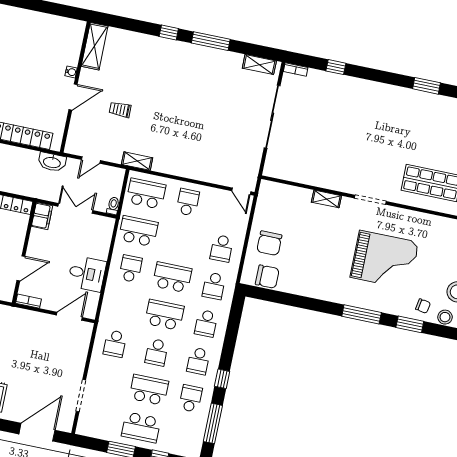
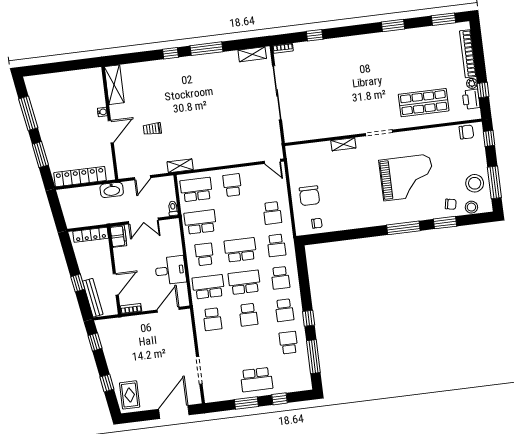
double door: (75, 208) -> (143, 221), swing flipped
chair: (267, 277) -> (317, 223), width x0.54, depth x0.54
school desk: (149, 390) -> (208, 287), moved

